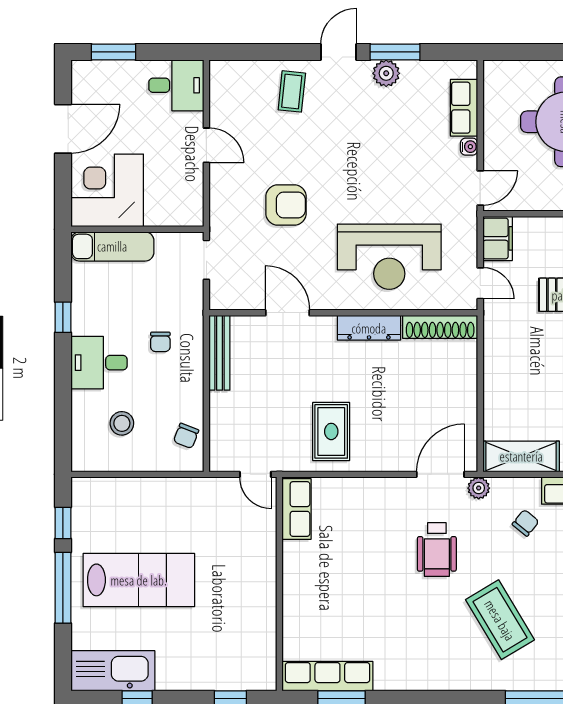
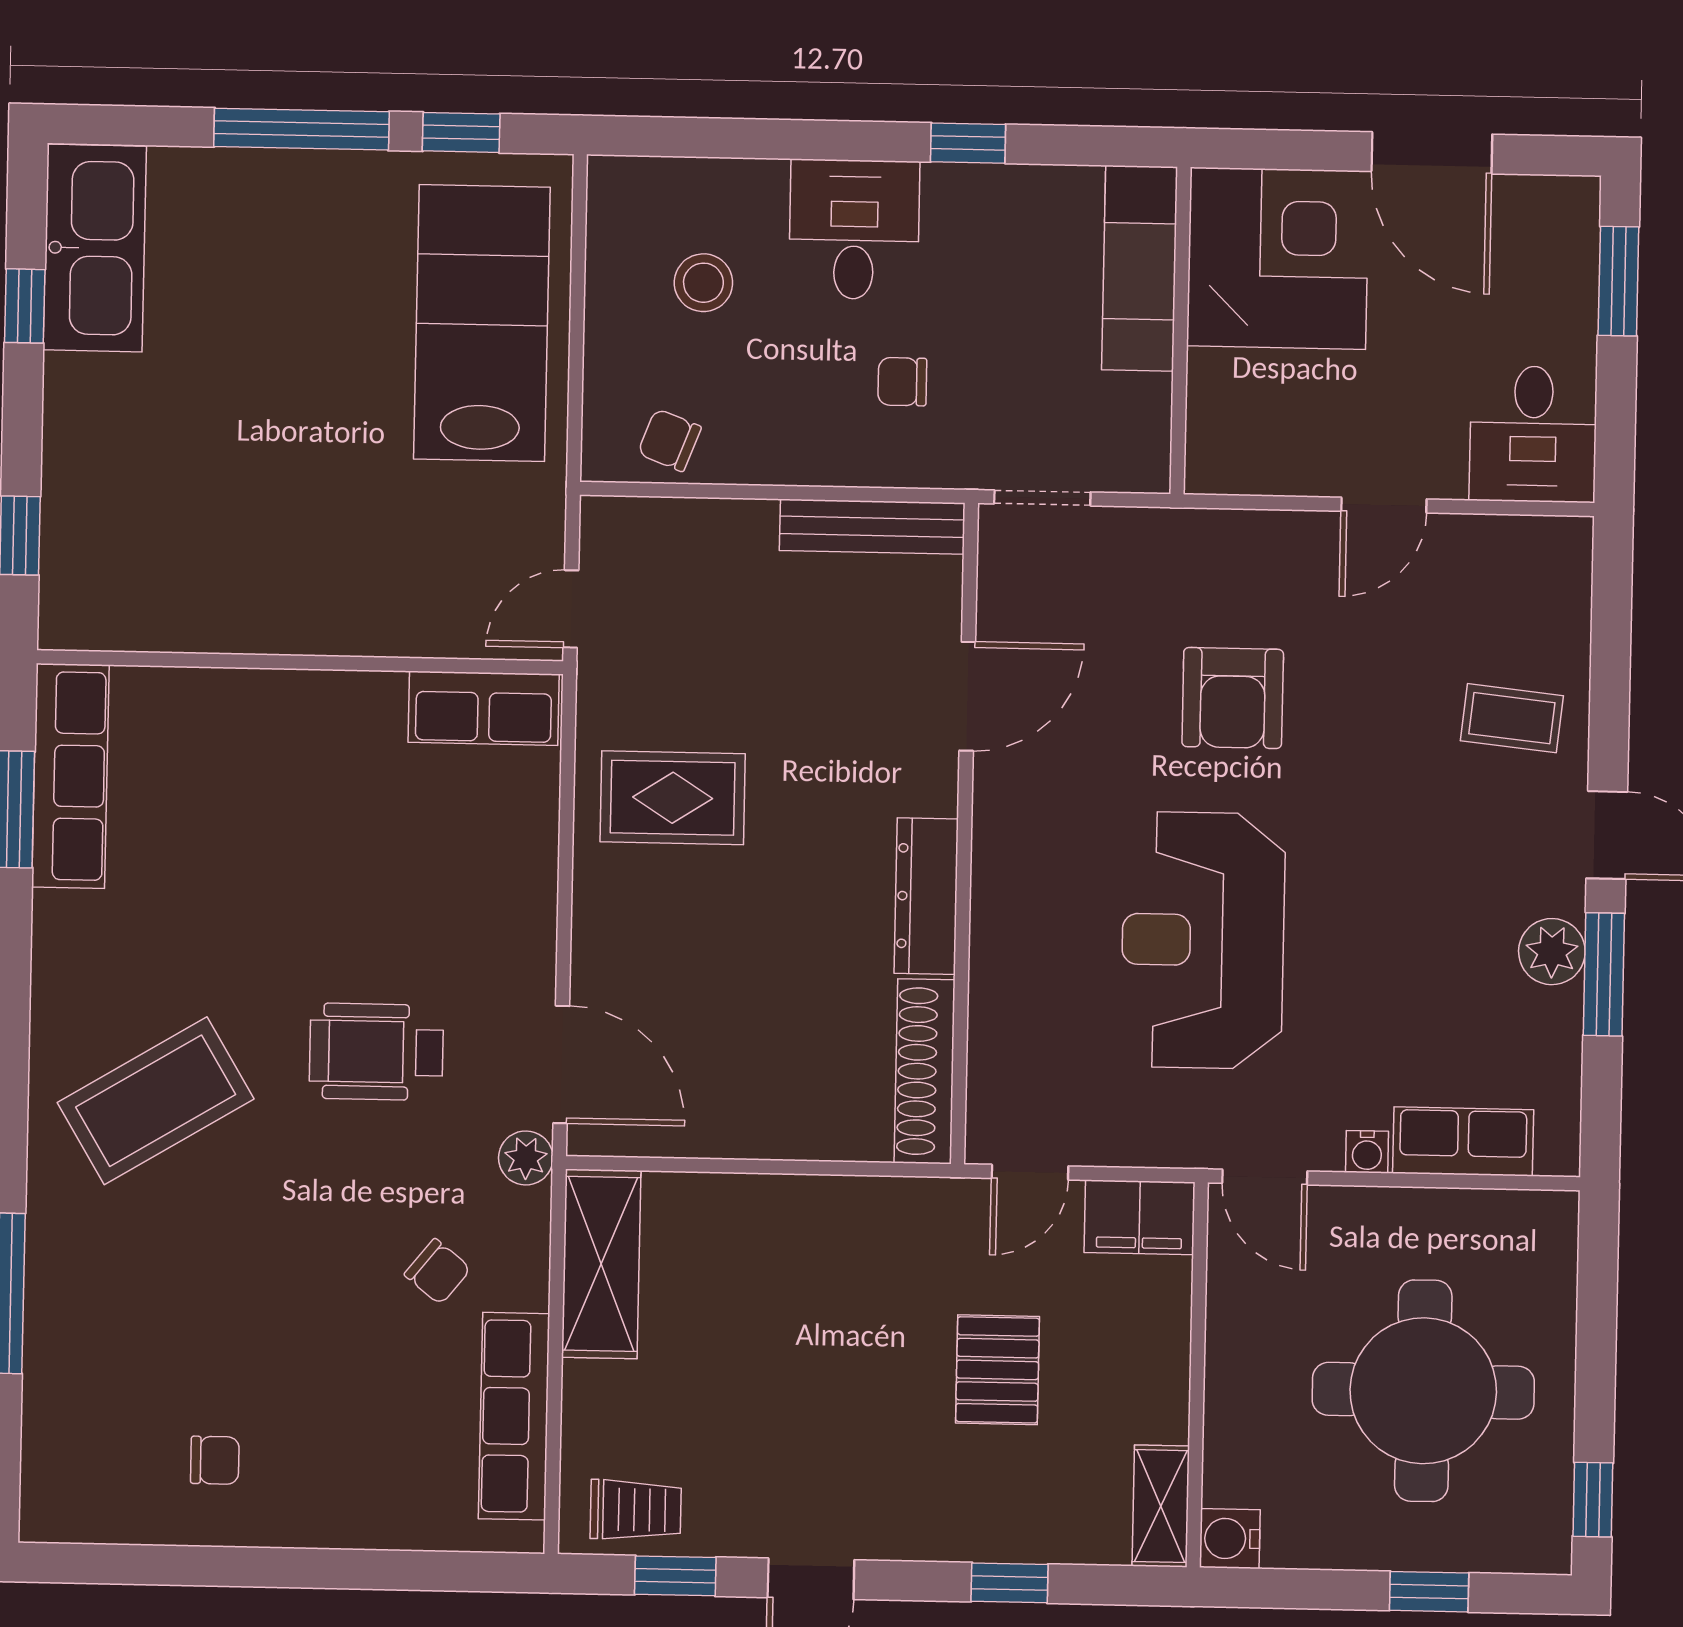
reception desk: (389, 257) -> (1203, 940), moved
doorway: (206, 260) -> (1042, 498), moved
lab bench: (139, 580) -> (482, 323), moved, turned 180
coffee table: (500, 620) -> (156, 1101), moved

